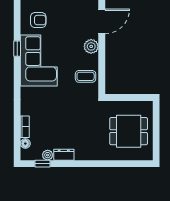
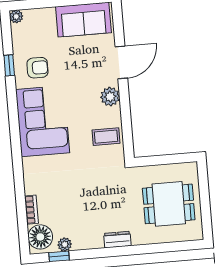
window: (17, 49) -> (9, 65), moved
floor lamp: (25, 144) -> (40, 237), width x1.89, depth x1.89
dresser: (64, 155) -> (117, 240), moved

